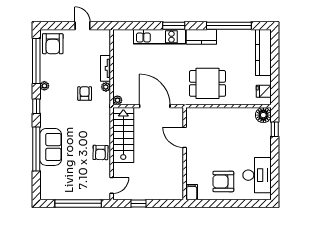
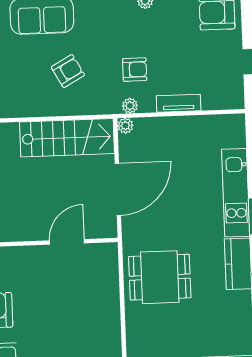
dining table: (208, 83) -> (160, 277), turned 90
plant: (106, 87) -> (130, 106), moved
armchair: (100, 152) -> (68, 71), moved, turned 150

